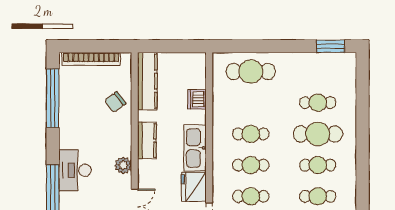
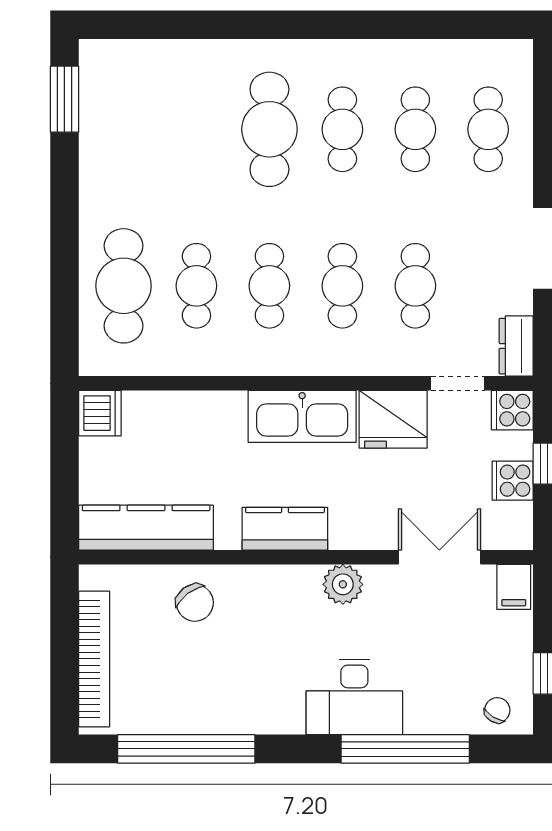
dishwasher: (197, 99) -> (100, 413), moved, turned -90
cafe table: (318, 103) -> (196, 286), moved

